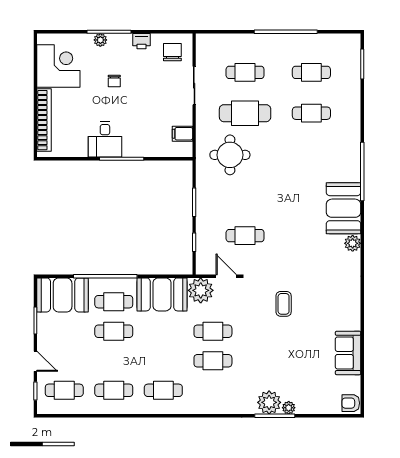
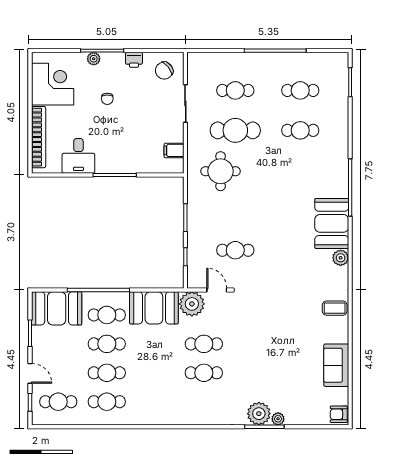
chair: (172, 52) -> (164, 71), turned -128
desk: (105, 139) -> (78, 156), moved
coffee table: (284, 304) -> (335, 308), moved, turned 90
cafe table: (163, 390) -> (107, 373), moved

